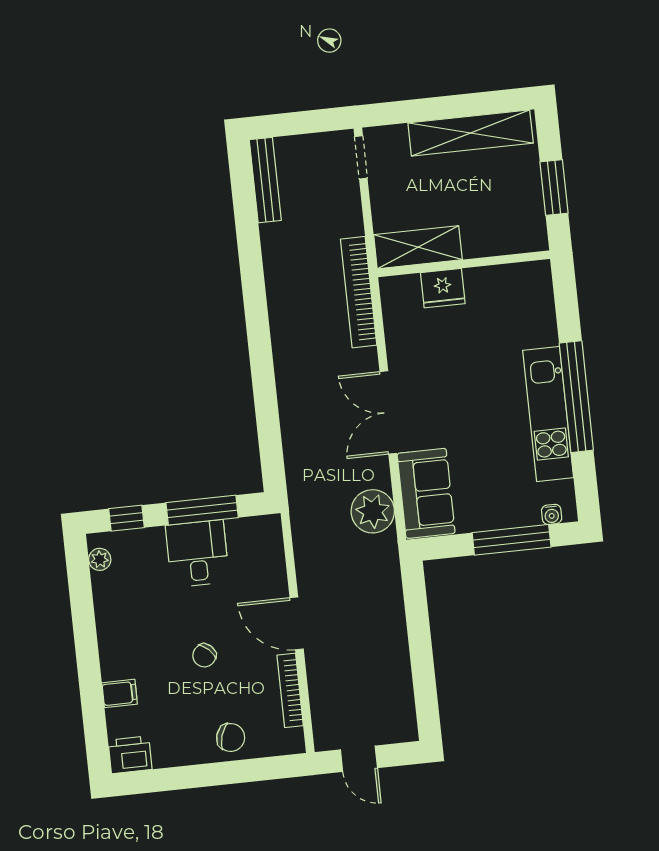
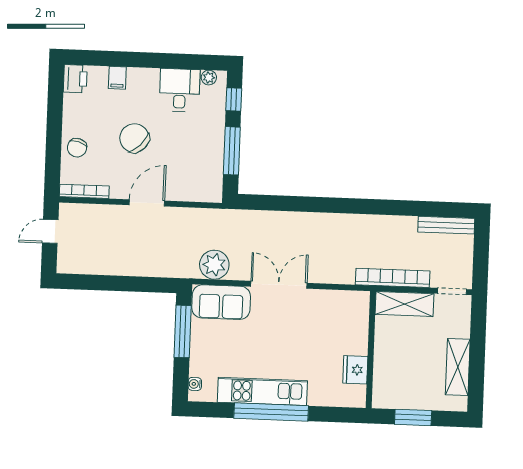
shelving: (471, 133) -> (458, 367), width x0.68
shelving: (418, 247) -> (404, 304), moved, turned 90
fridge: (443, 288) -> (355, 370), moved
bookcase: (359, 292) -> (393, 278), moved
window: (512, 540) -> (183, 331), moved
desk: (197, 554) -> (180, 90), moved, turned -90
chair: (204, 655) -> (134, 138), width x1.87, depth x1.87
bookcase: (290, 690) -> (84, 191), moved

